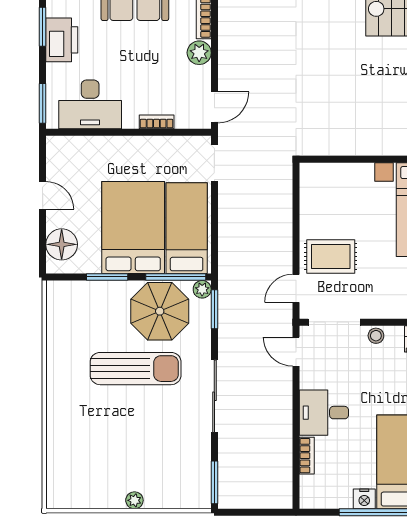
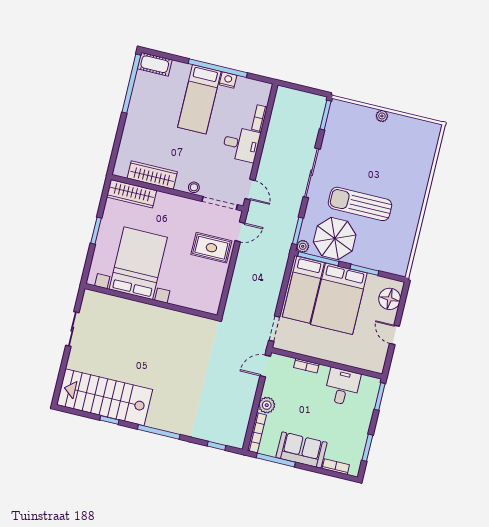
printer: (62, 40) -> (357, 436), removed
desk: (90, 104) -> (342, 387), width x0.73

